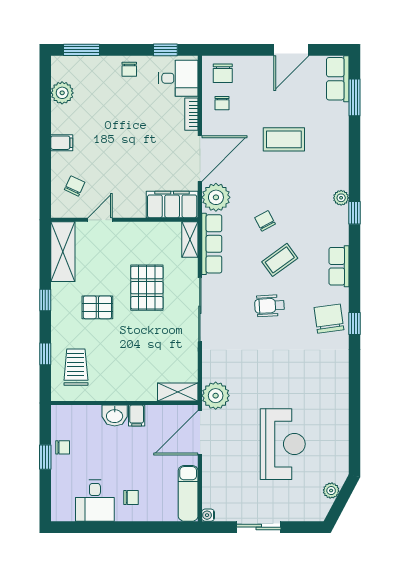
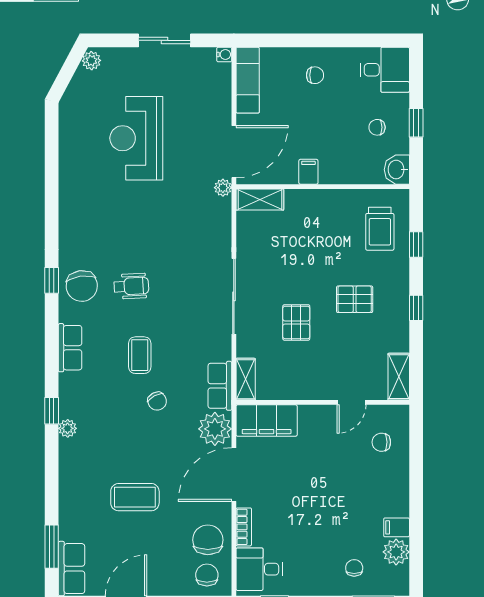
chair: (129, 69) -> (354, 568), moved
chair: (222, 103) -> (208, 540), width x1.87, depth x1.87
filing cabinet: (62, 143) -> (397, 527), moved
chair: (75, 186) -> (381, 442), turned 65
row of seats: (212, 244) -> (220, 386), width x0.68
shelving: (63, 252) -> (399, 377), width x0.67, depth x0.75
coffee table: (280, 260) -> (140, 355), turned -54
pallet: (147, 288) -> (296, 322), width x0.67, depth x0.71
wheelchair: (270, 306) -> (131, 286), moved
plant: (216, 396) -> (223, 188), width x0.53, depth x0.53
washbasin: (115, 416) -> (397, 170), moved, turned -90
chair: (63, 447) -> (377, 127), moved
plant: (331, 491) -> (91, 61), moved
chair: (131, 498) -> (315, 75), turned 180
desk: (95, 501) -> (385, 70), moved, turned 90

